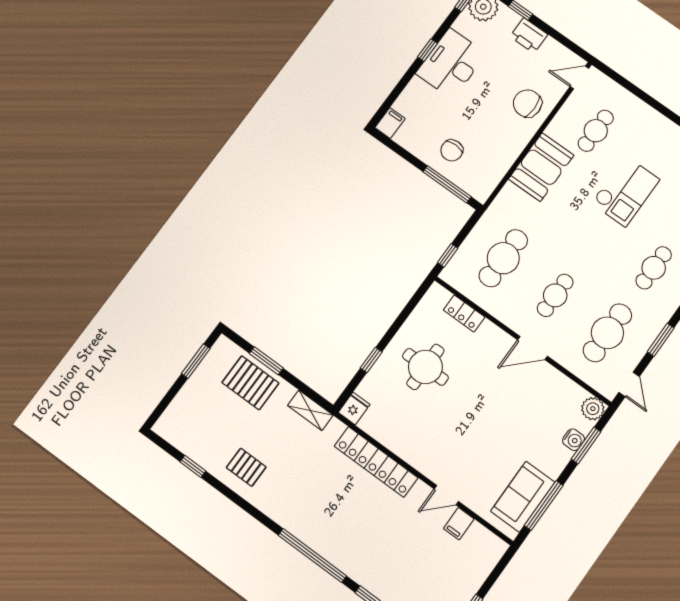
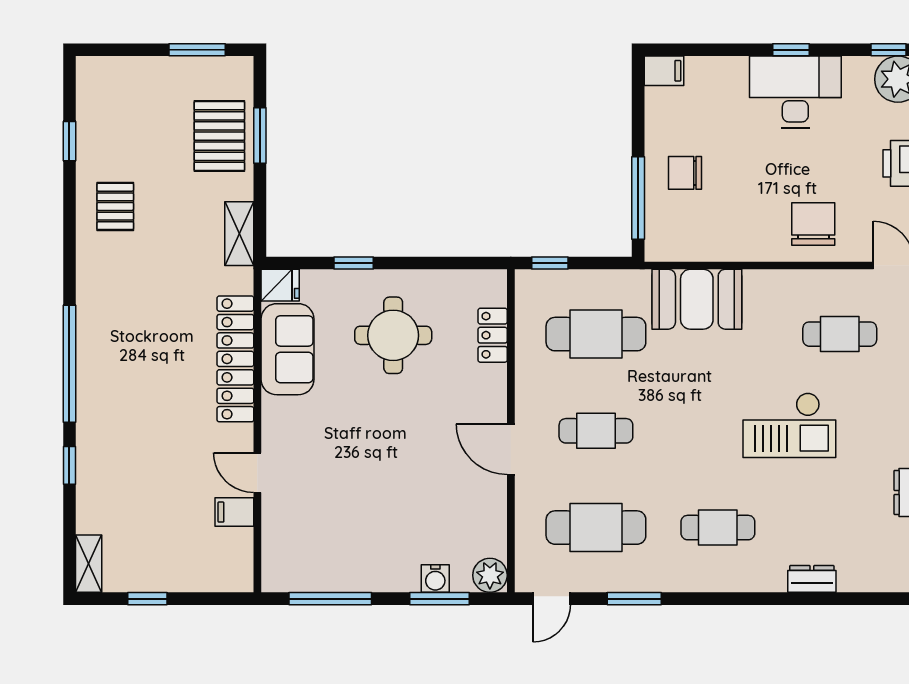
booth: (541, 167) -> (697, 299), moved
sofa: (523, 497) -> (288, 349), moved, turned 90

